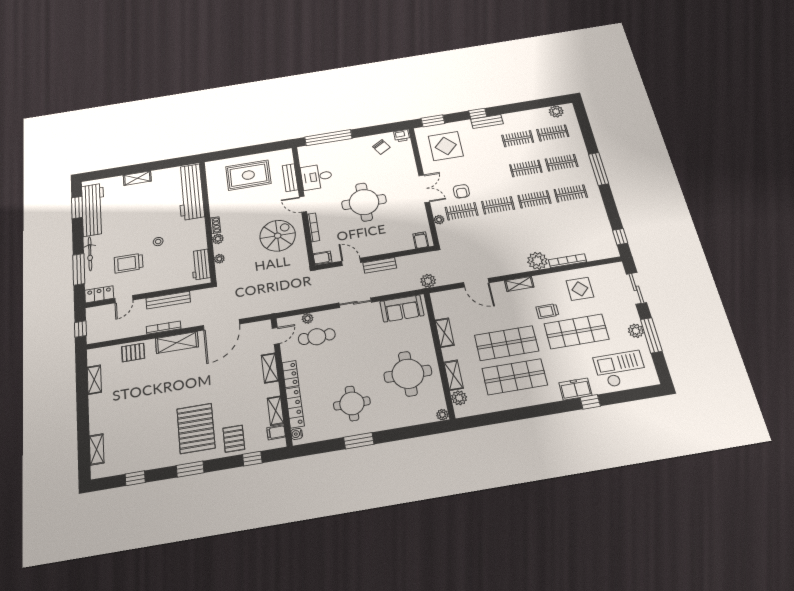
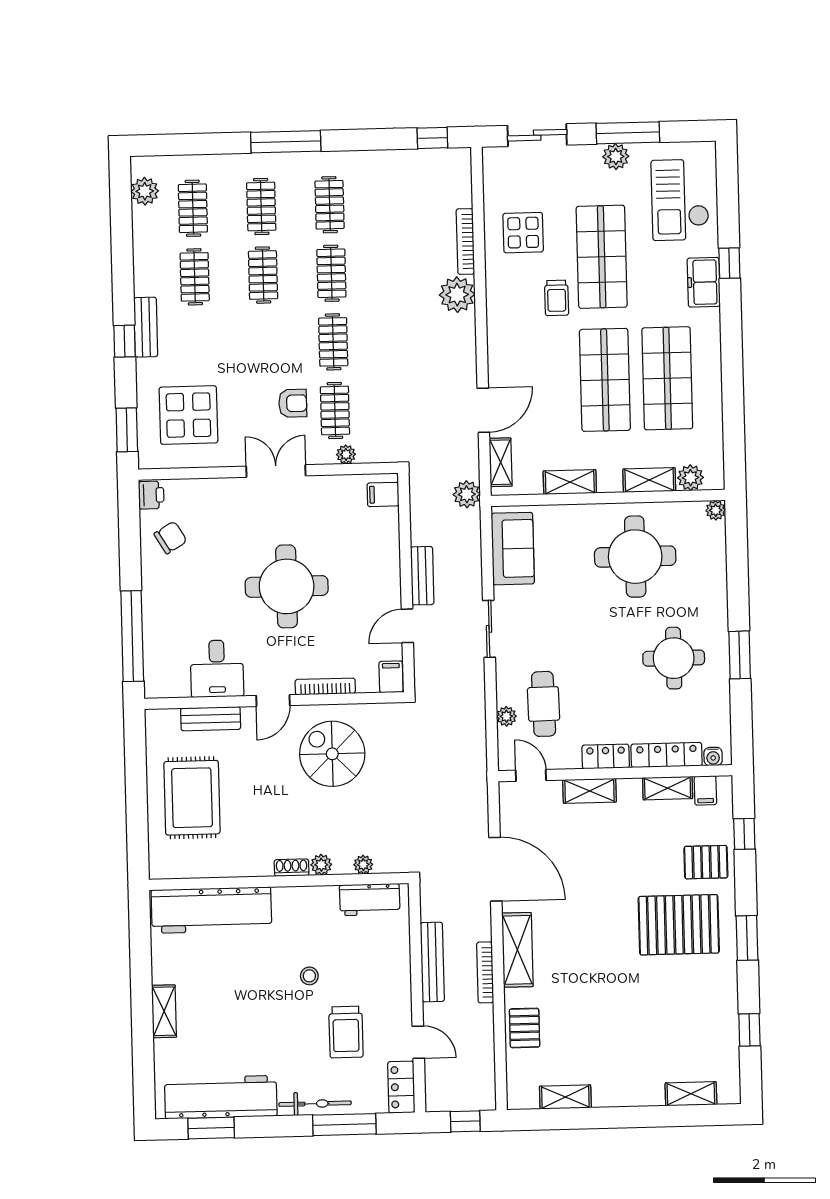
shelving: (519, 284) -> (501, 462), moved

